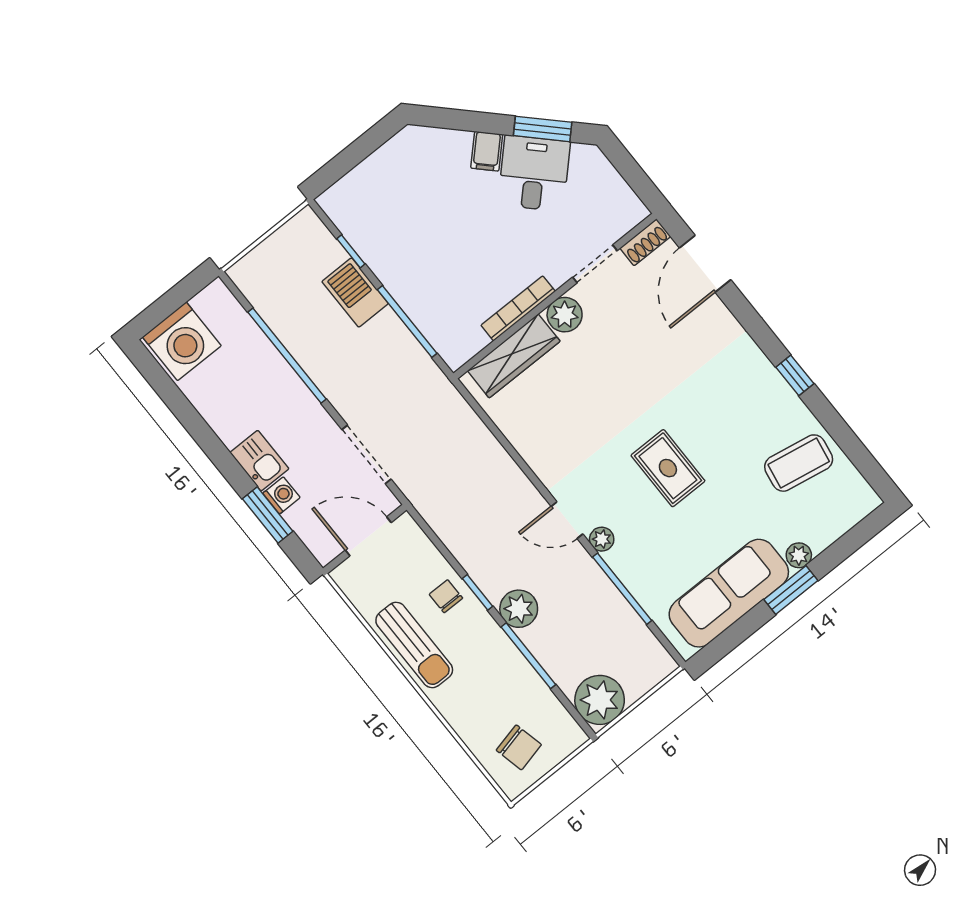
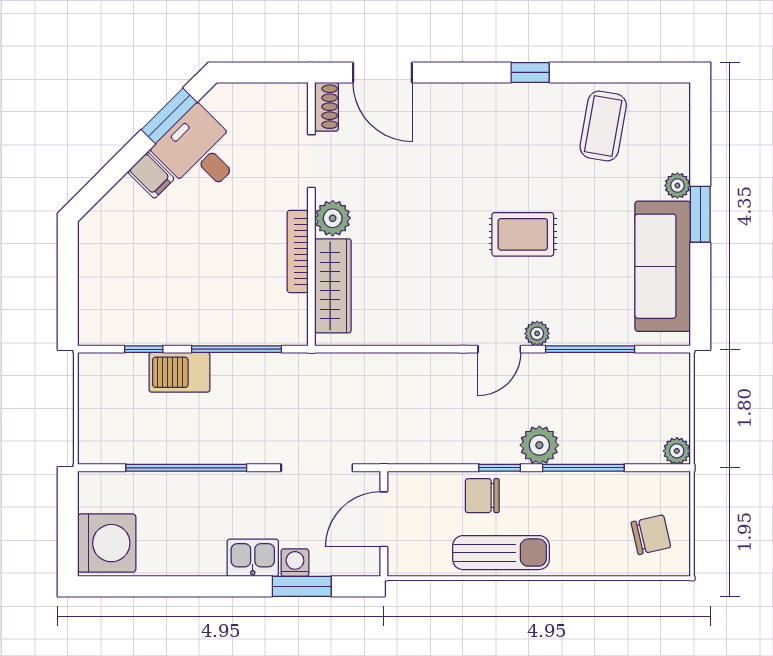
chair: (446, 596) -> (482, 496), width x1.37, depth x1.37
plant: (600, 700) -> (677, 451), width x0.53, depth x0.53

